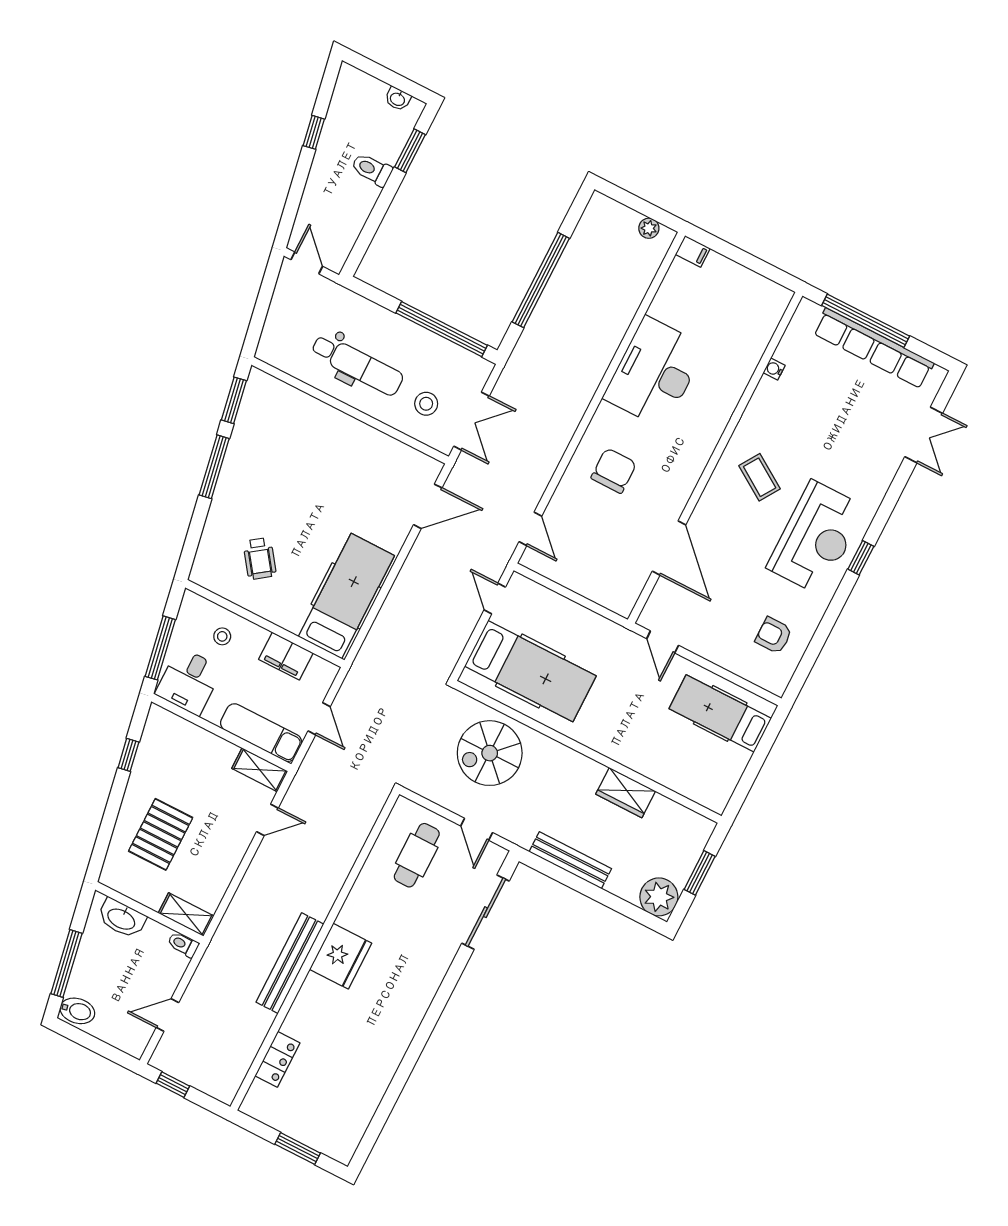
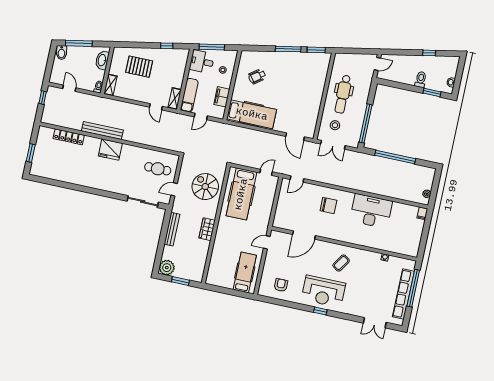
wardrobe: (626, 793) -> (207, 229), moved
locker: (277, 1059) -> (69, 137), width x1.53

